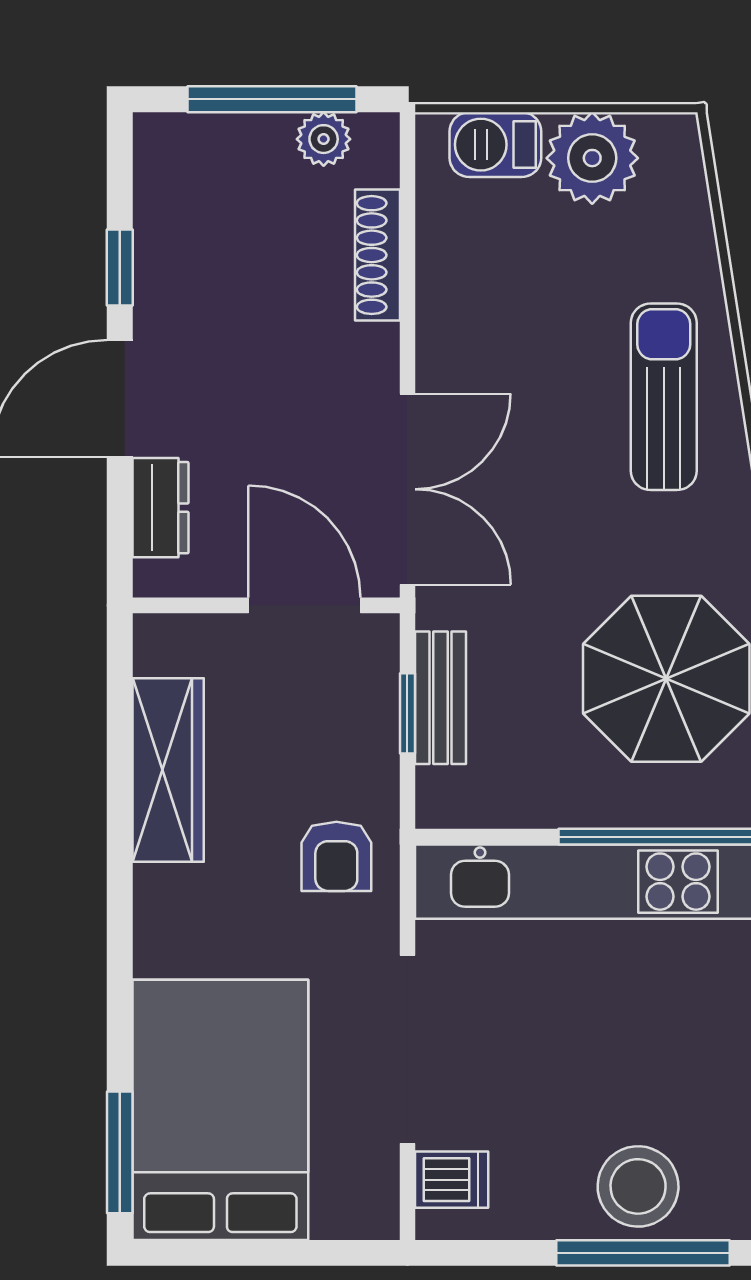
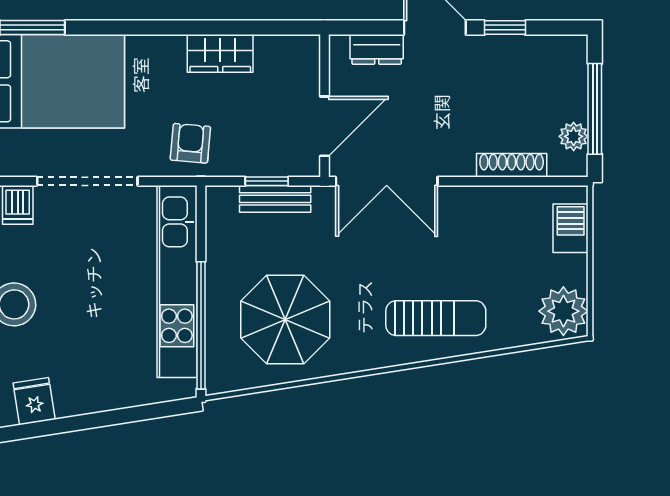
plant: (592, 158) -> (563, 311), moved
wardrobe: (168, 770) -> (220, 53), width x0.67
armchair: (336, 856) -> (190, 143), turned 95

